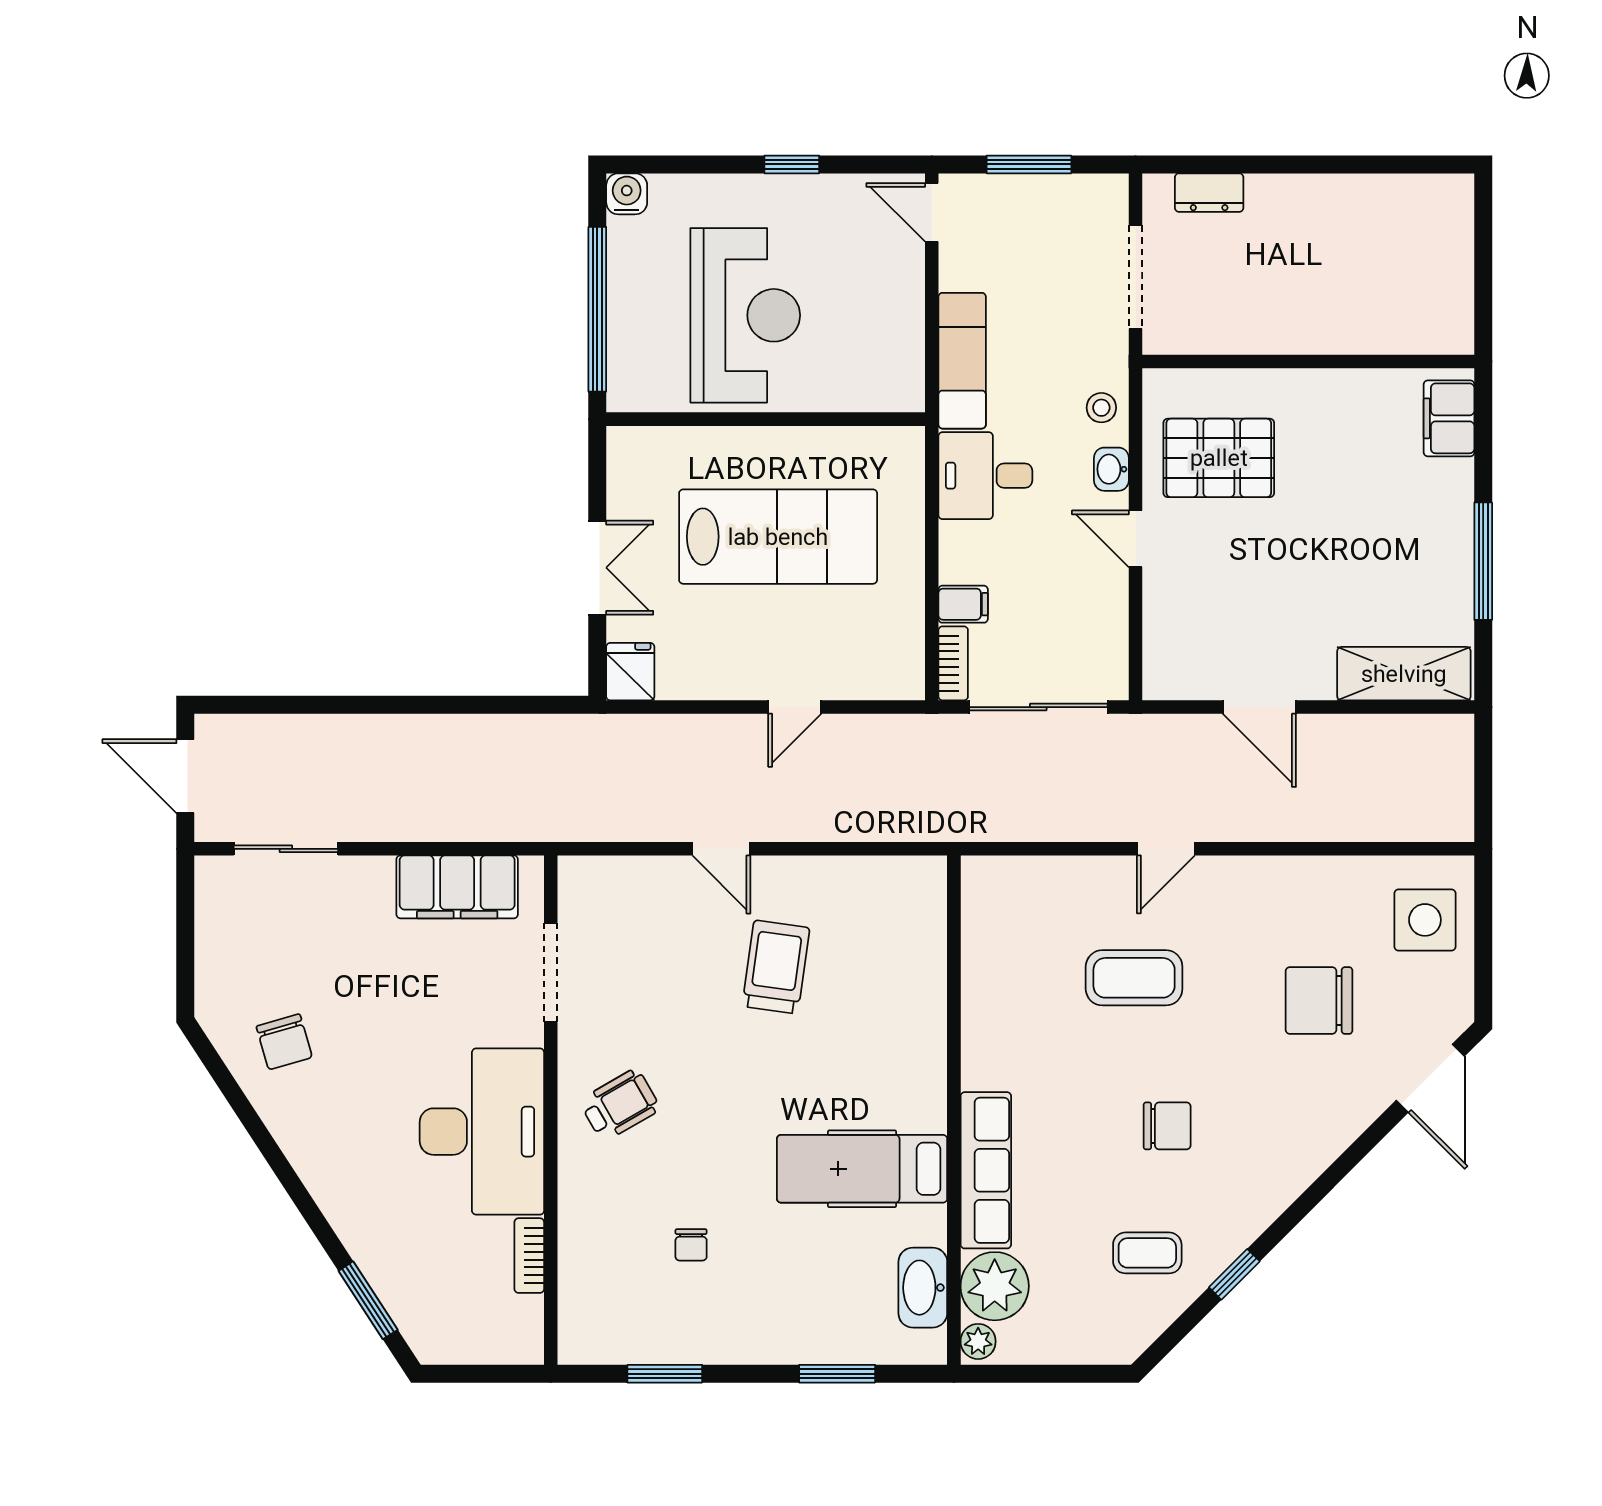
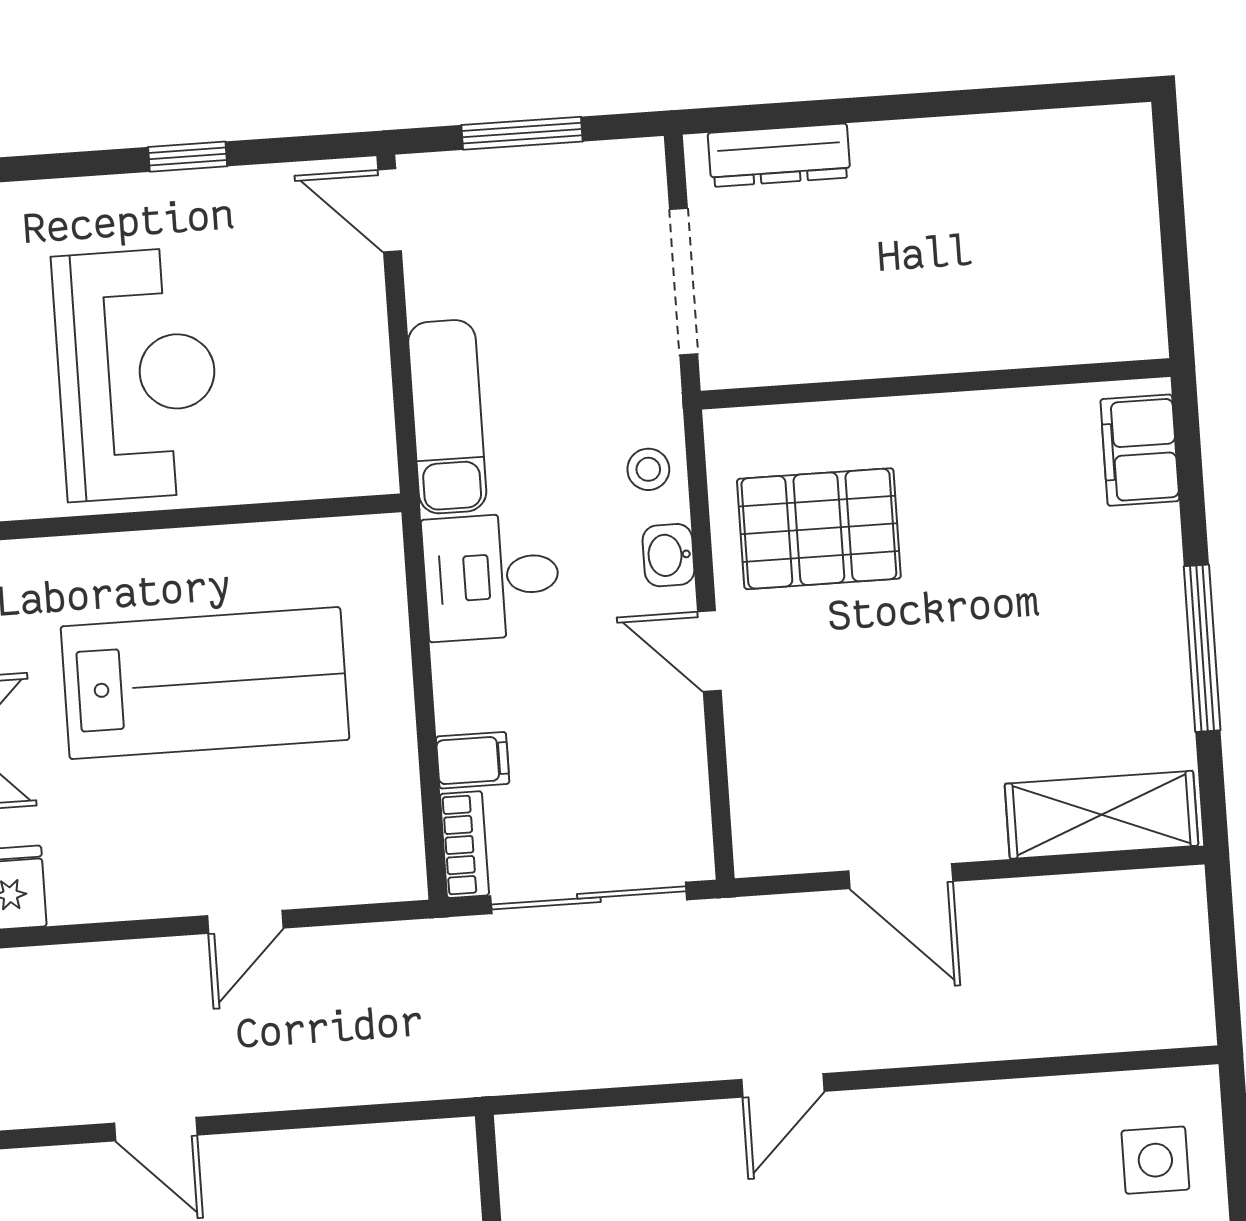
dresser: (1209, 193) -> (779, 155), width x1.44
side table: (1425, 920) -> (1155, 1160), width x0.73, depth x0.73

